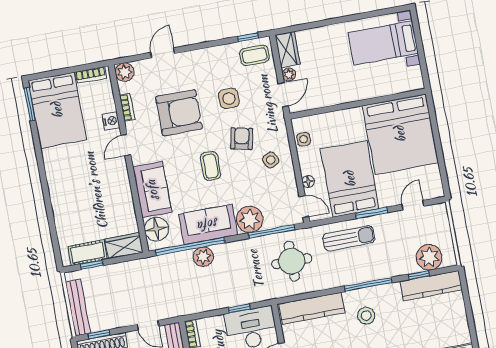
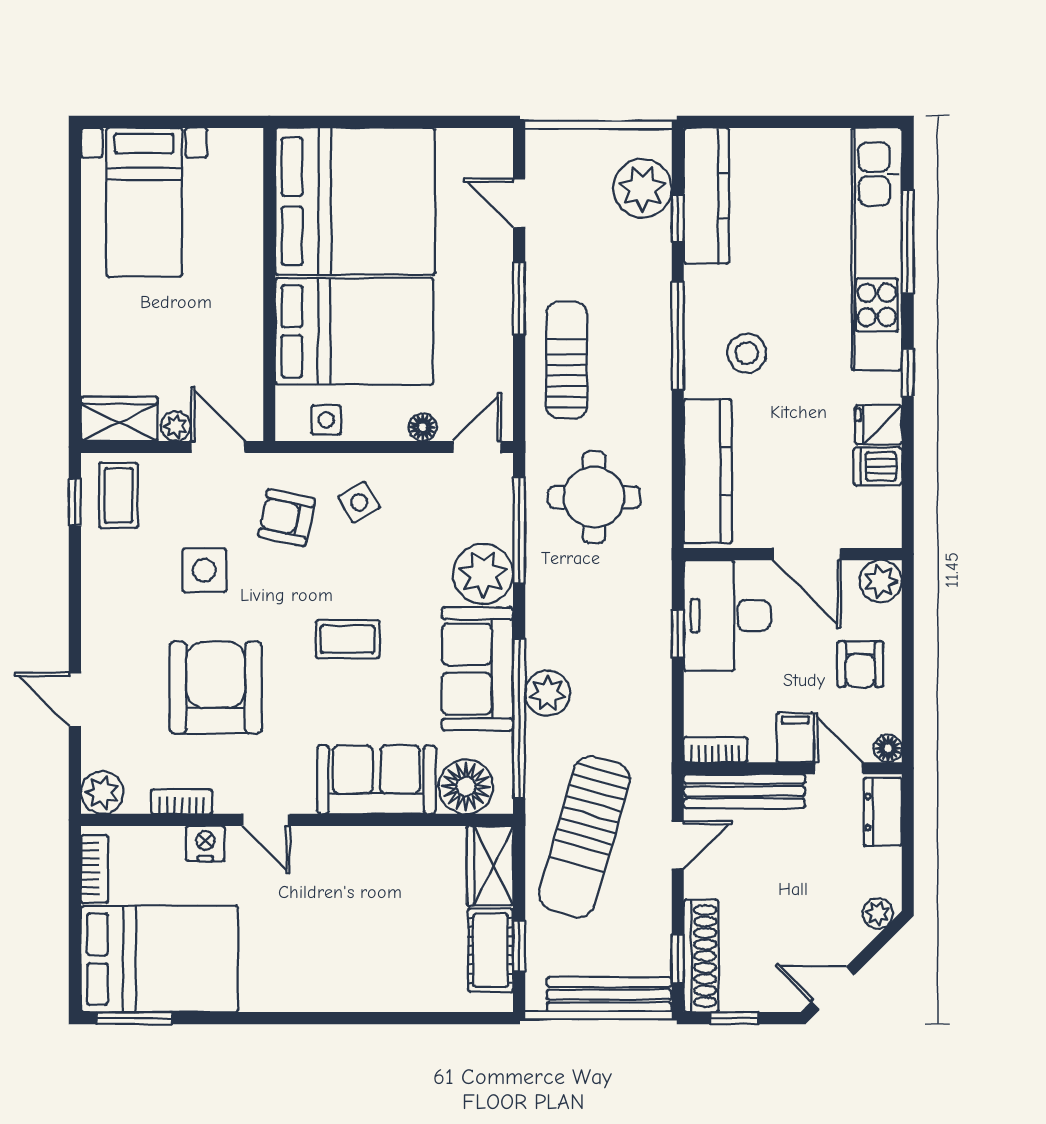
armchair: (242, 139) -> (287, 518), moved
bed: (350, 179) -> (354, 331), moved, turned 180
sun lounger: (144, 284) -> (585, 837), added

